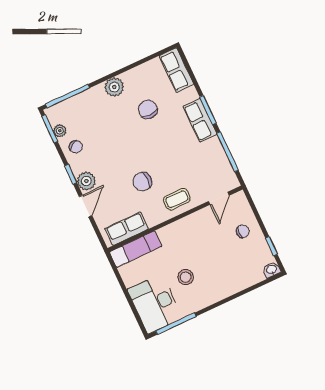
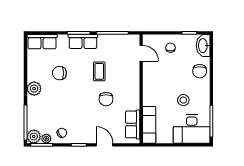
plant: (86, 181) -> (34, 137), moved
coffee table: (177, 199) -> (99, 71), moved
washbasin: (272, 270) -> (203, 46), width x1.91, depth x1.45
chair: (230, 281) -> (200, 71), added

